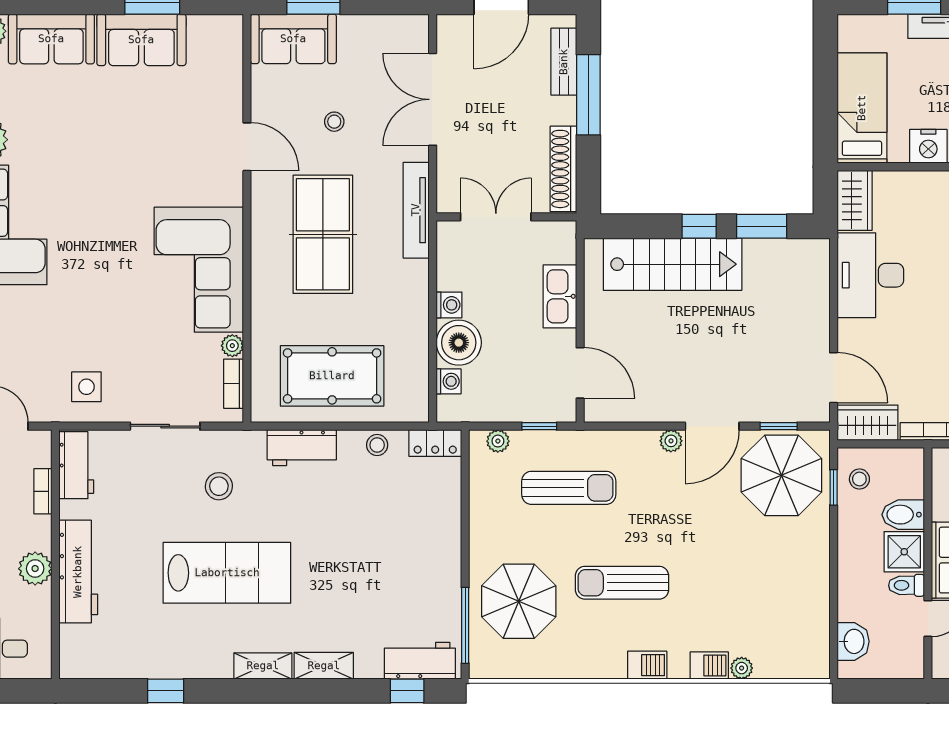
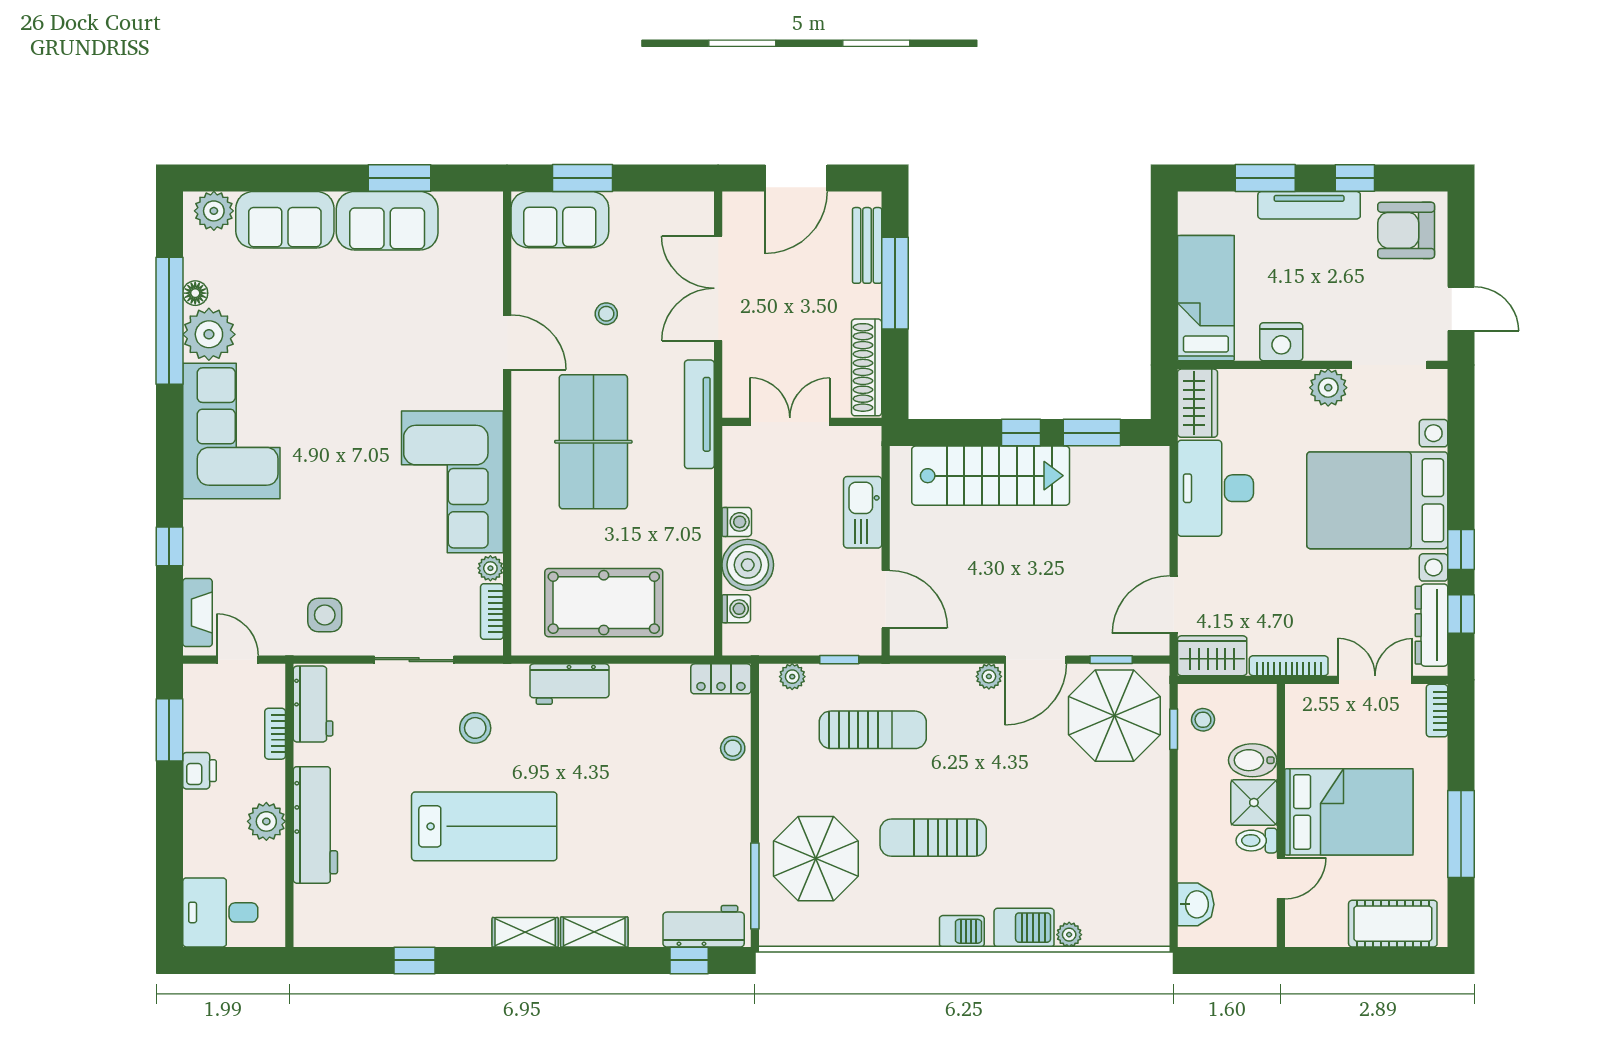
door: (834, 378) -> (1174, 605), swing flipped
stool: (377, 445) -> (733, 748), moved
barbecue: (709, 665) -> (1024, 928), width x1.38, depth x1.27

